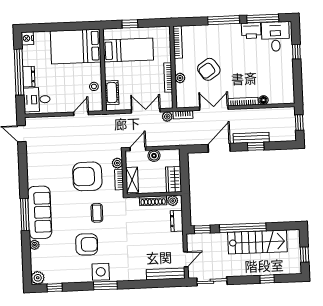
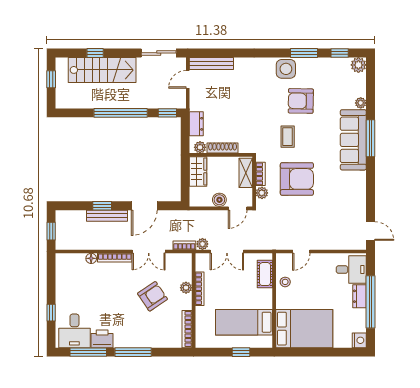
stairs: (257, 242) -> (102, 70), moved, turned 180
window: (105, 285) -> (304, 53), moved

